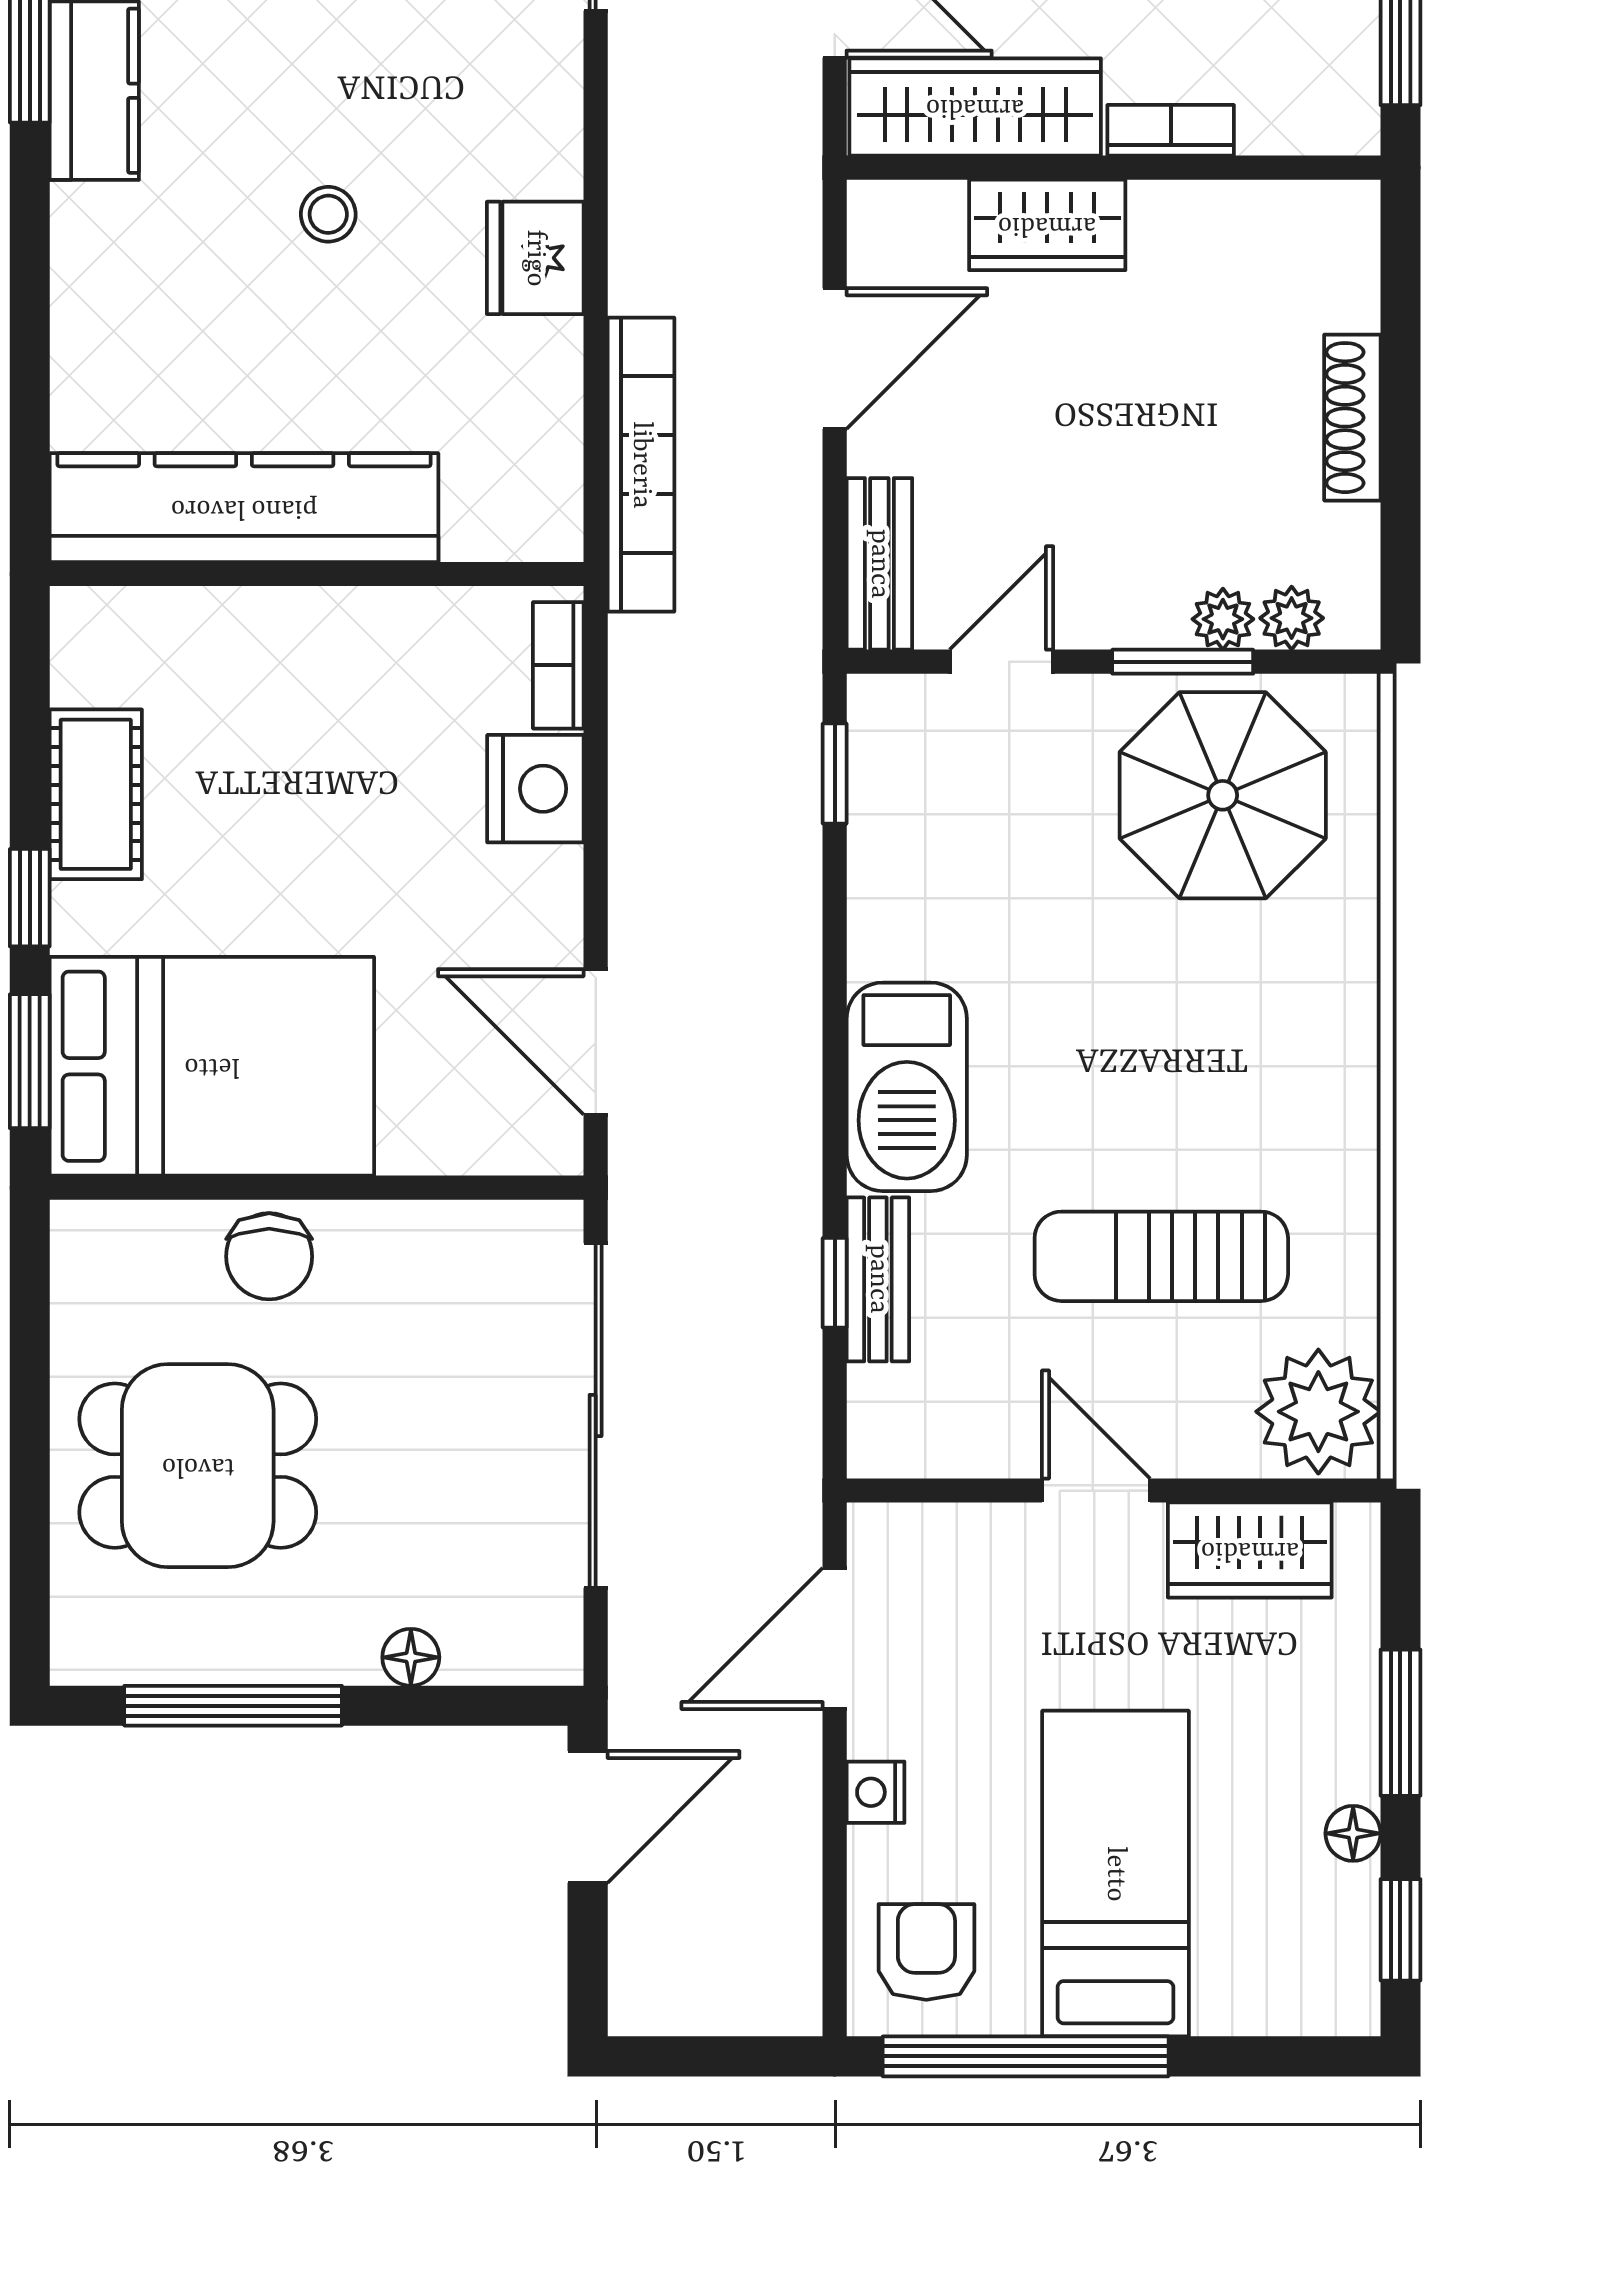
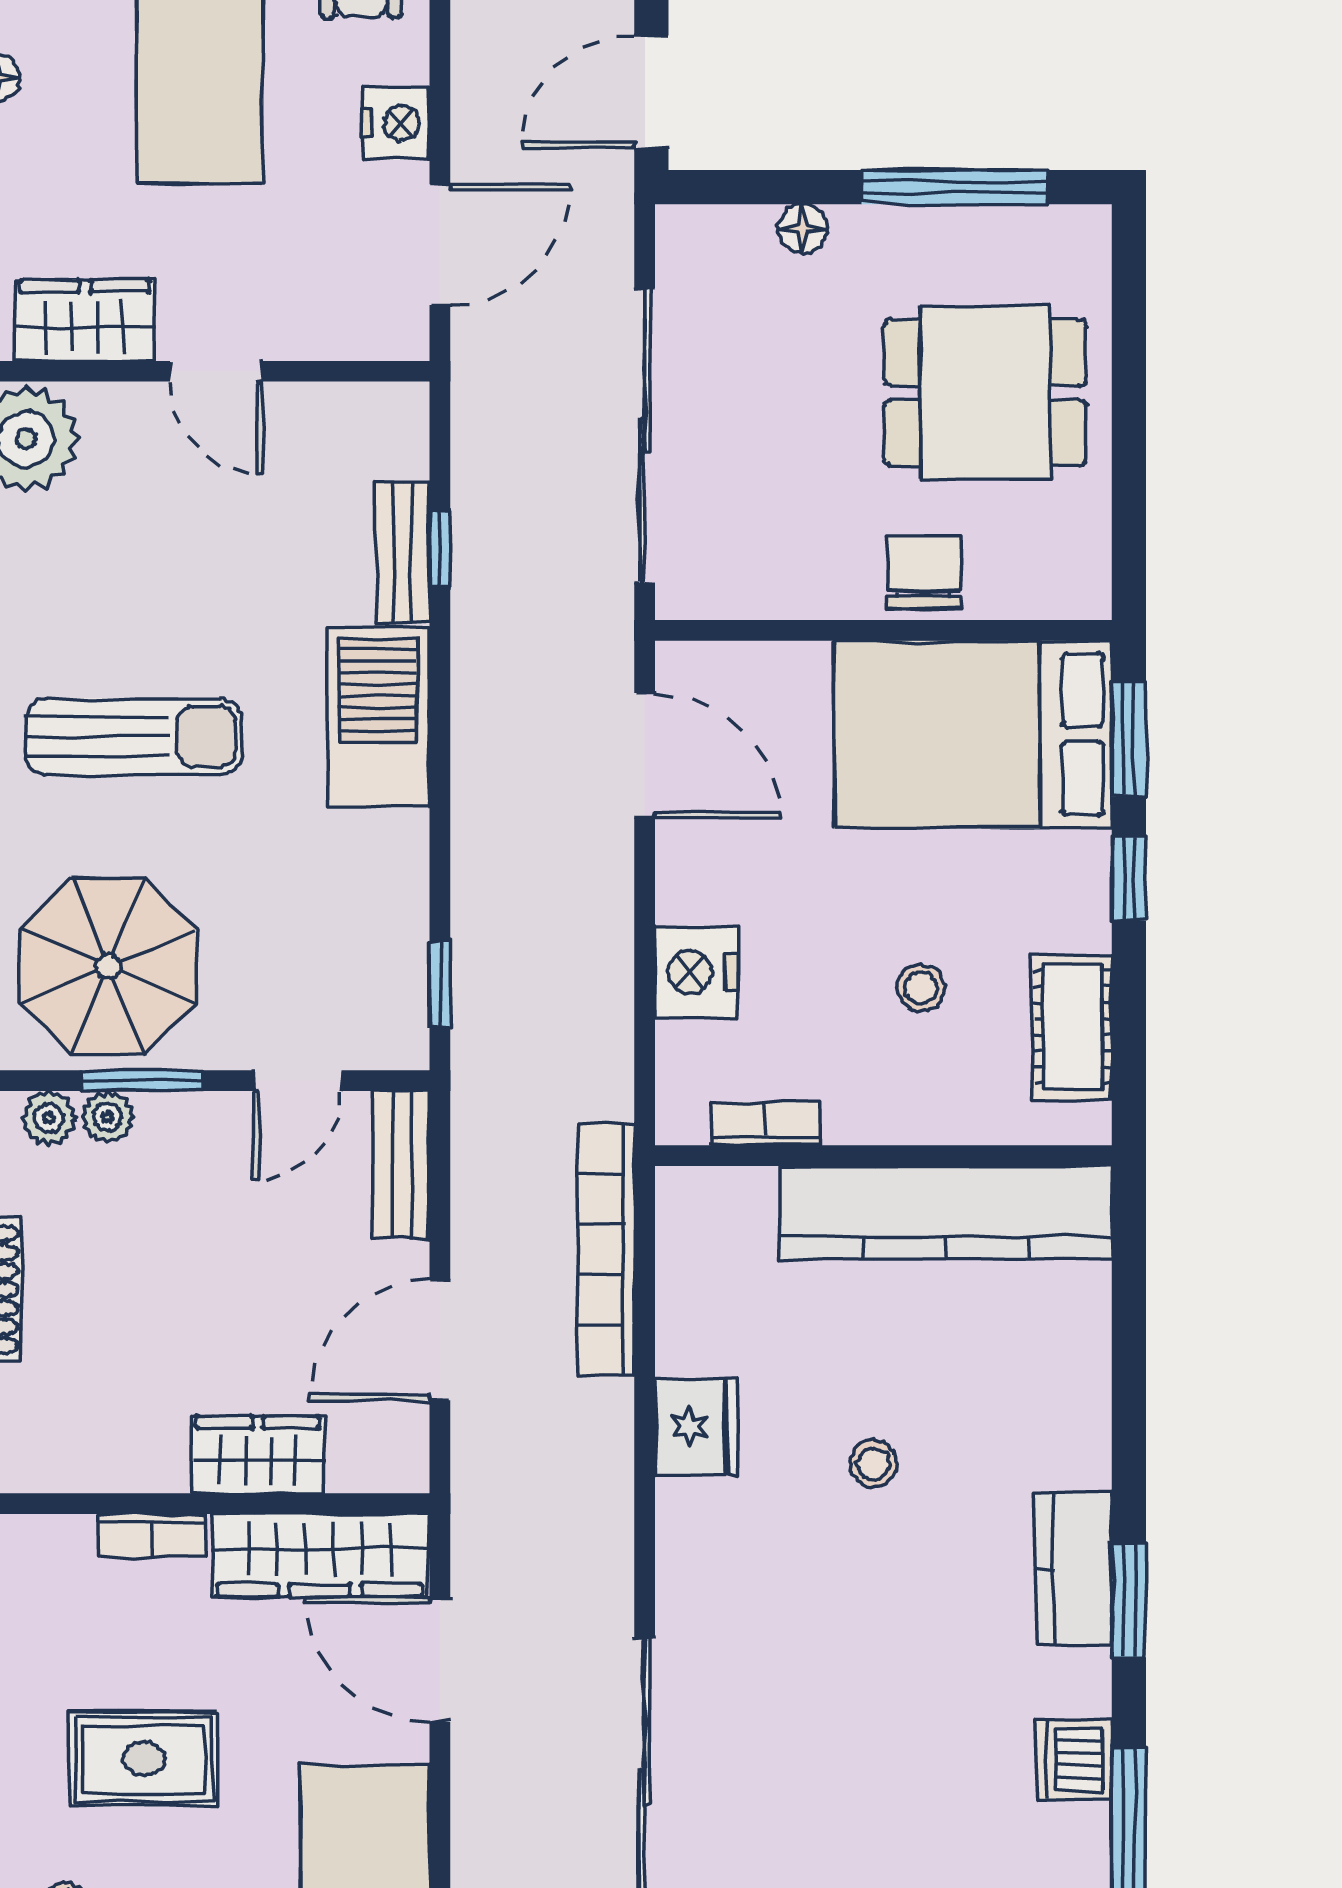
bookcase: (558, 665) -> (765, 1124), moved, turned -90
stool: (273, 770) -> (921, 988), added
cot: (96, 794) -> (1072, 1027), moved
sun lounger: (1161, 1256) -> (134, 737), moved
nightstand: (876, 1792) -> (396, 123), width x1.39, depth x1.35

